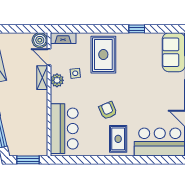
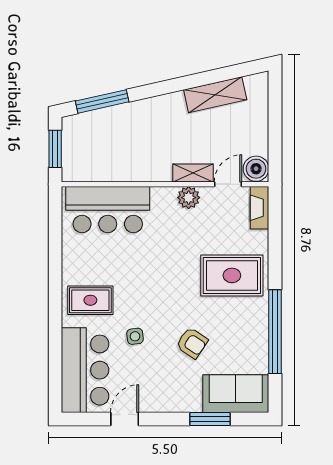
window: (137, 29) -> (275, 332), width x3.17
side table: (75, 73) -> (135, 336), moved
armchair: (108, 110) -> (192, 343), moved, turned 57

